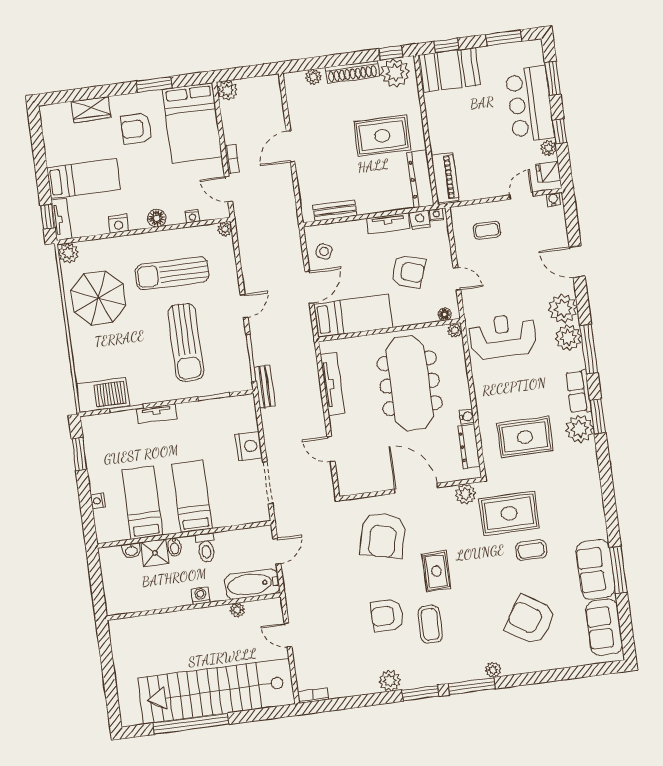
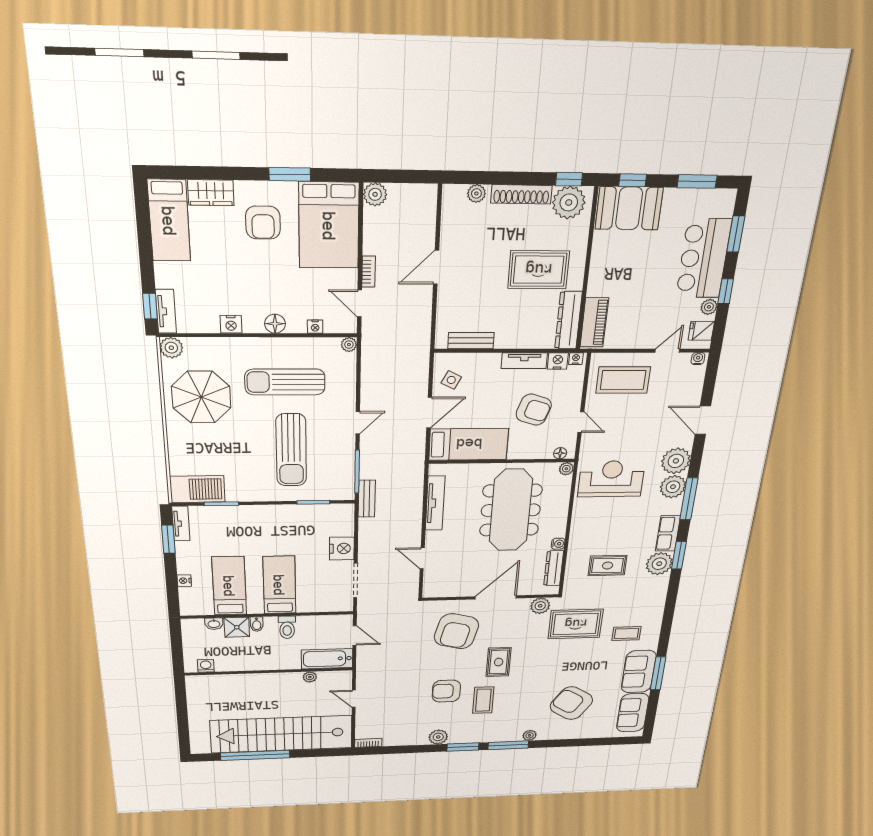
armchair: (137, 129) -> (263, 223), turned -90
bed: (83, 179) -> (169, 221), moved, turned 90
coffee table: (487, 230) -> (623, 380), width x1.86, depth x1.72
tv unit: (157, 414) -> (181, 524), moved, turned -90
rug: (525, 437) -> (607, 566), width x0.73, depth x0.70
door: (416, 488) -> (496, 597), hinge flipped
coffee table: (531, 550) -> (626, 634), moved
door: (277, 551) -> (355, 636), hinge flipped
washing machine: (201, 595) -> (206, 666), moved

